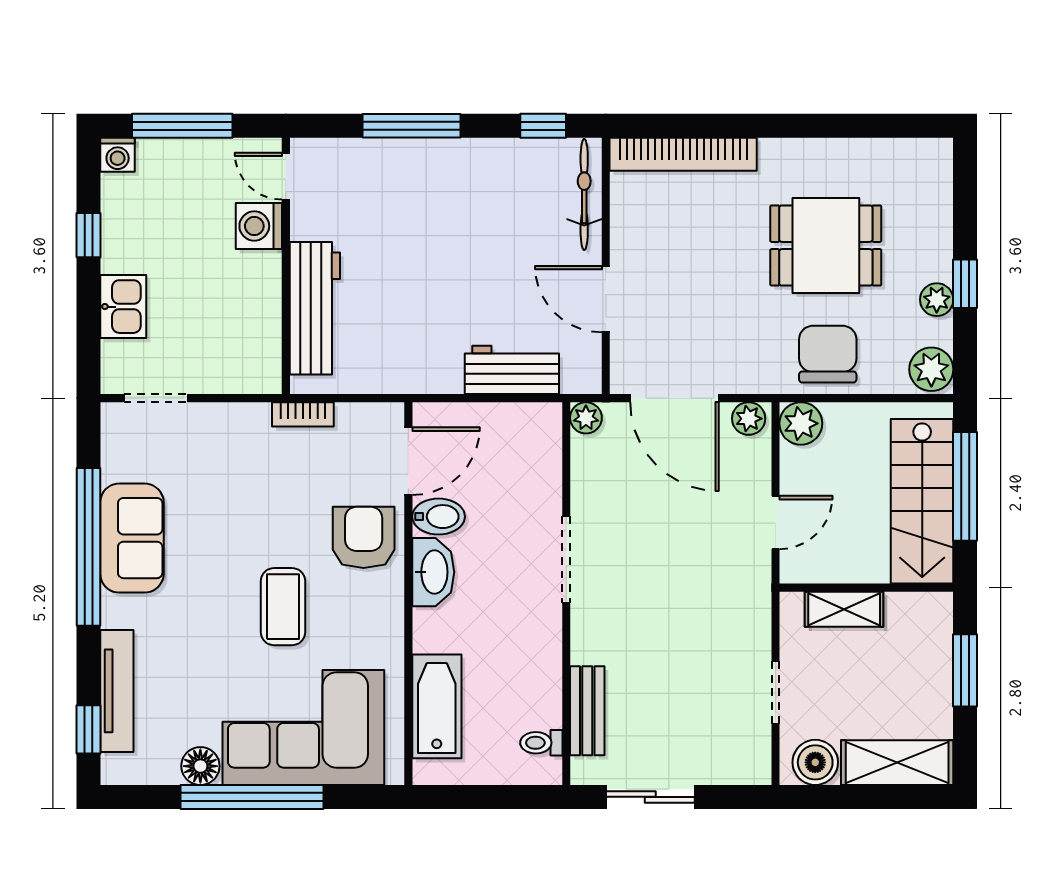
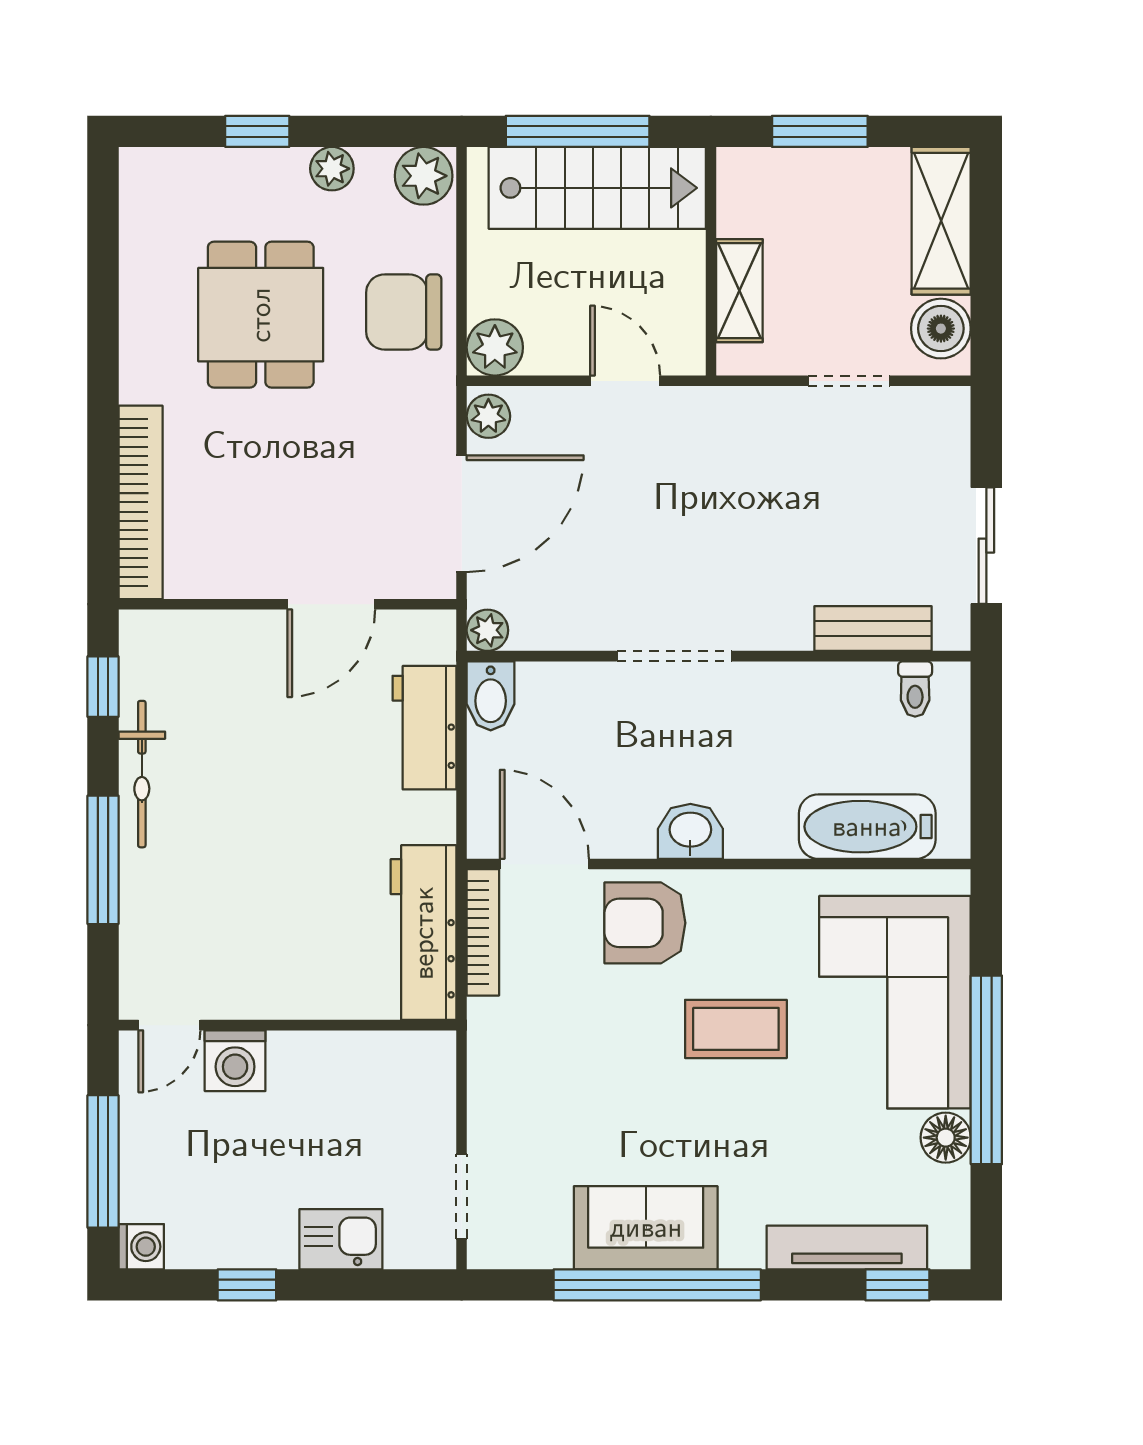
bicycle: (584, 195) -> (142, 774), moved, turned -90
window: (965, 284) -> (257, 131), moved
workbench: (315, 308) -> (424, 933), moved, turned -90
bookcase: (303, 414) -> (483, 932), moved, width x1.56
bidet: (439, 517) -> (491, 696), moved, turned 180
washbasin: (433, 572) -> (690, 831), width x0.72

